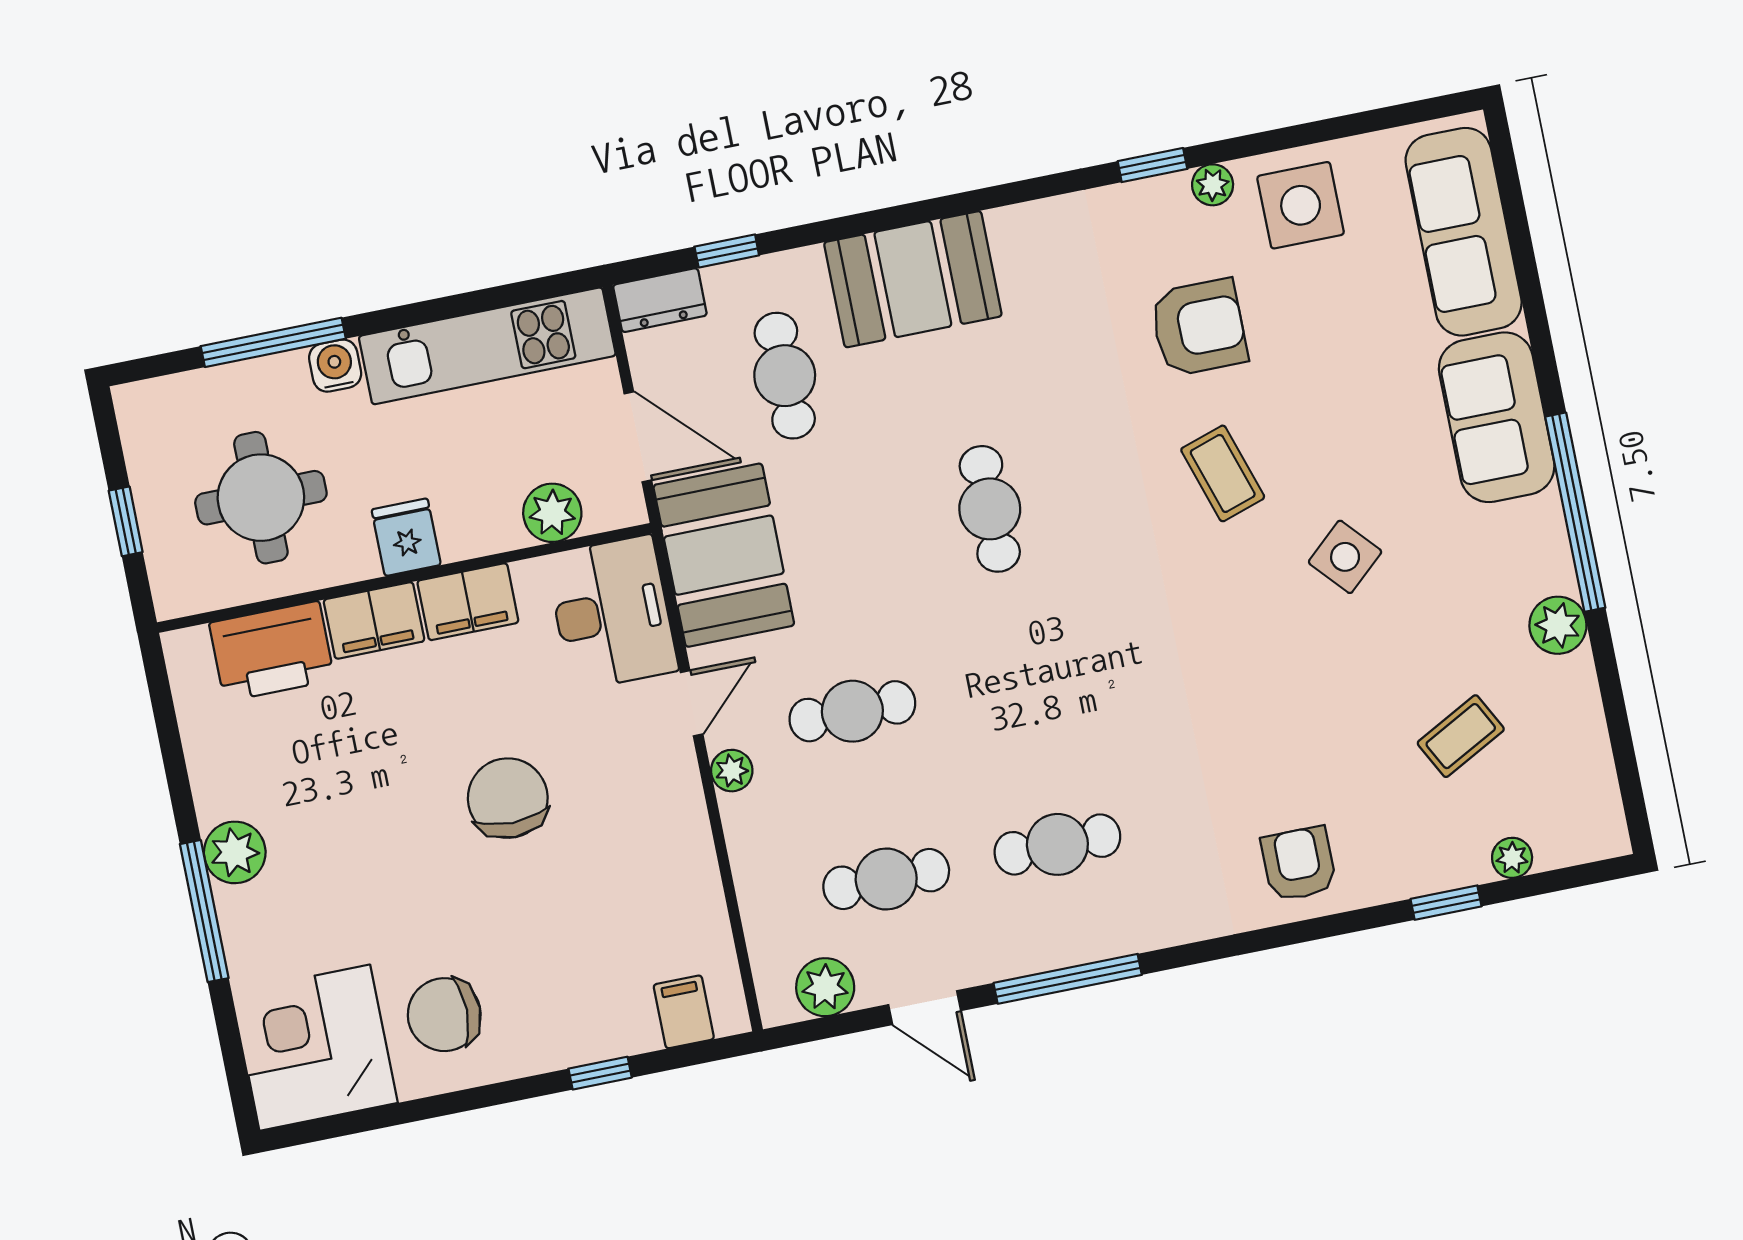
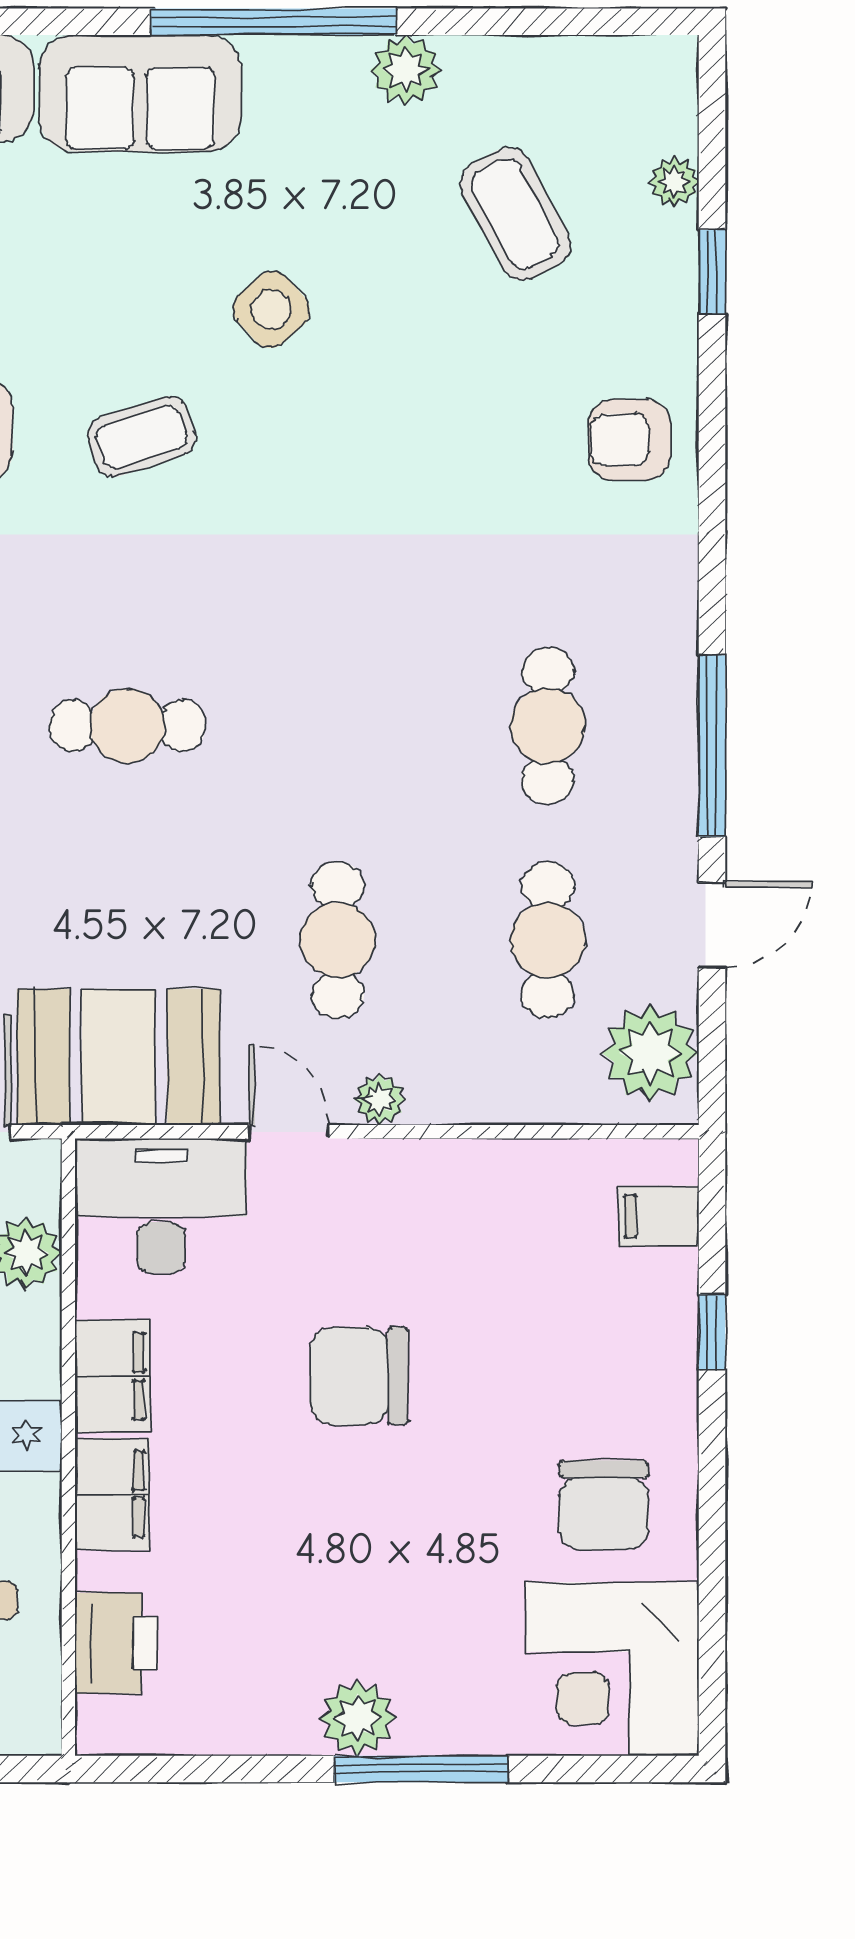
printer: (272, 651) -> (117, 1643), width x0.73, depth x0.84
coffee table: (1461, 736) -> (515, 214), width x1.36, depth x1.30
plant: (825, 987) -> (650, 1053), width x1.36, depth x1.36

